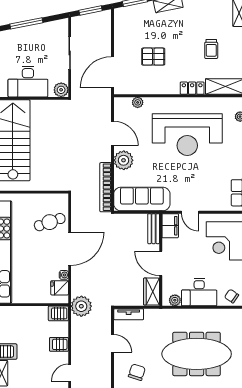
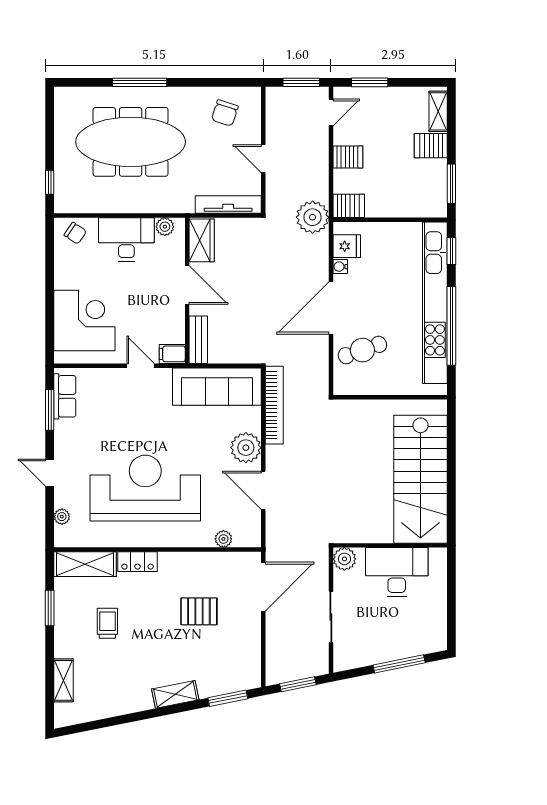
filing cabinet: (170, 226) -> (172, 354), width x0.50
tv unit: (129, 314) -> (228, 204), width x1.41

